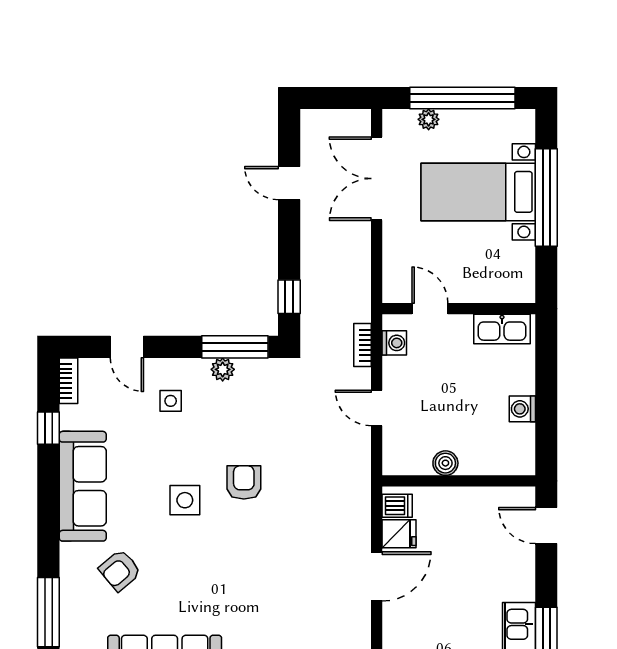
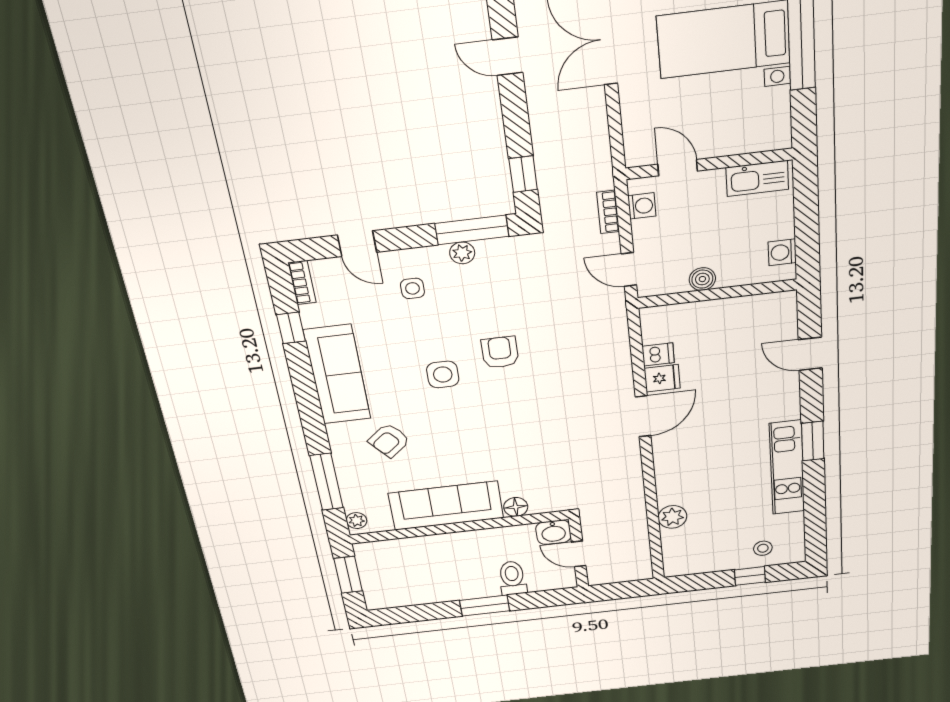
boiler: (445, 463) -> (702, 279), moved
wall: (459, 481) -> (717, 294), moved

